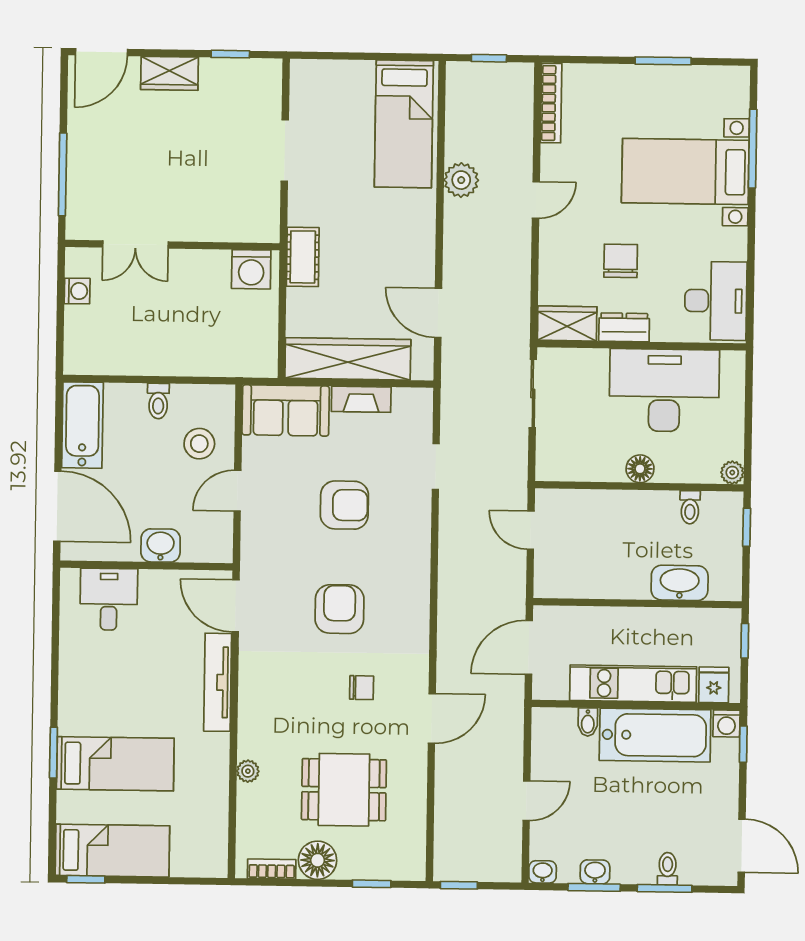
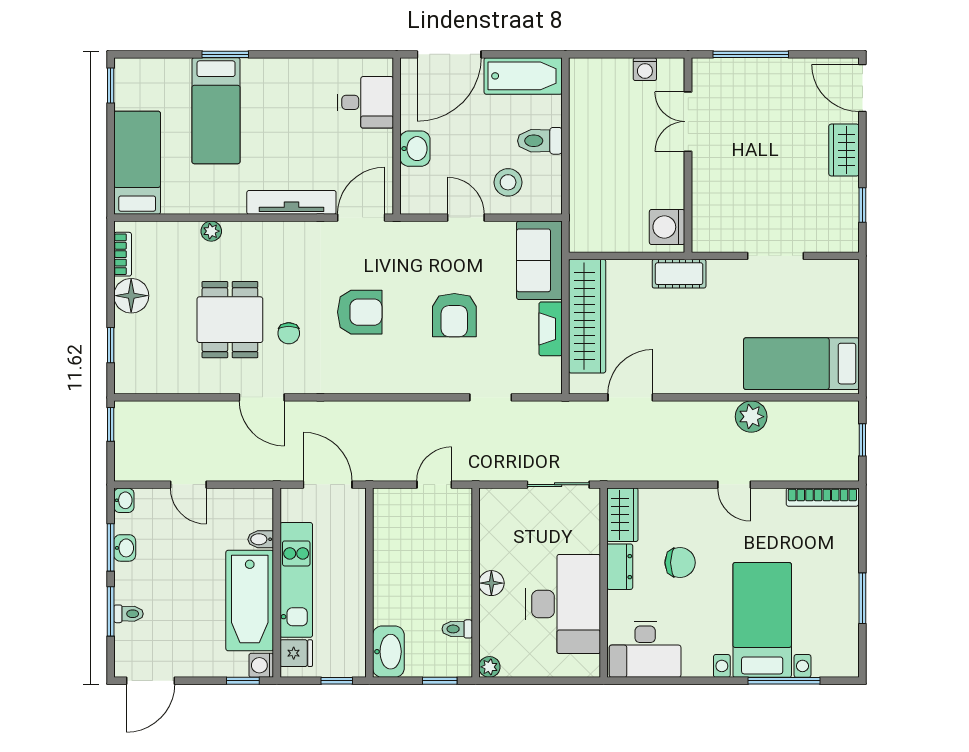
toilet: (158, 401) -> (540, 141), width x1.37, depth x1.39
washbasin: (680, 583) -> (388, 652), moved
dining table: (344, 790) -> (230, 320), moved
bed: (112, 851) -> (137, 163), moved, turned 180

